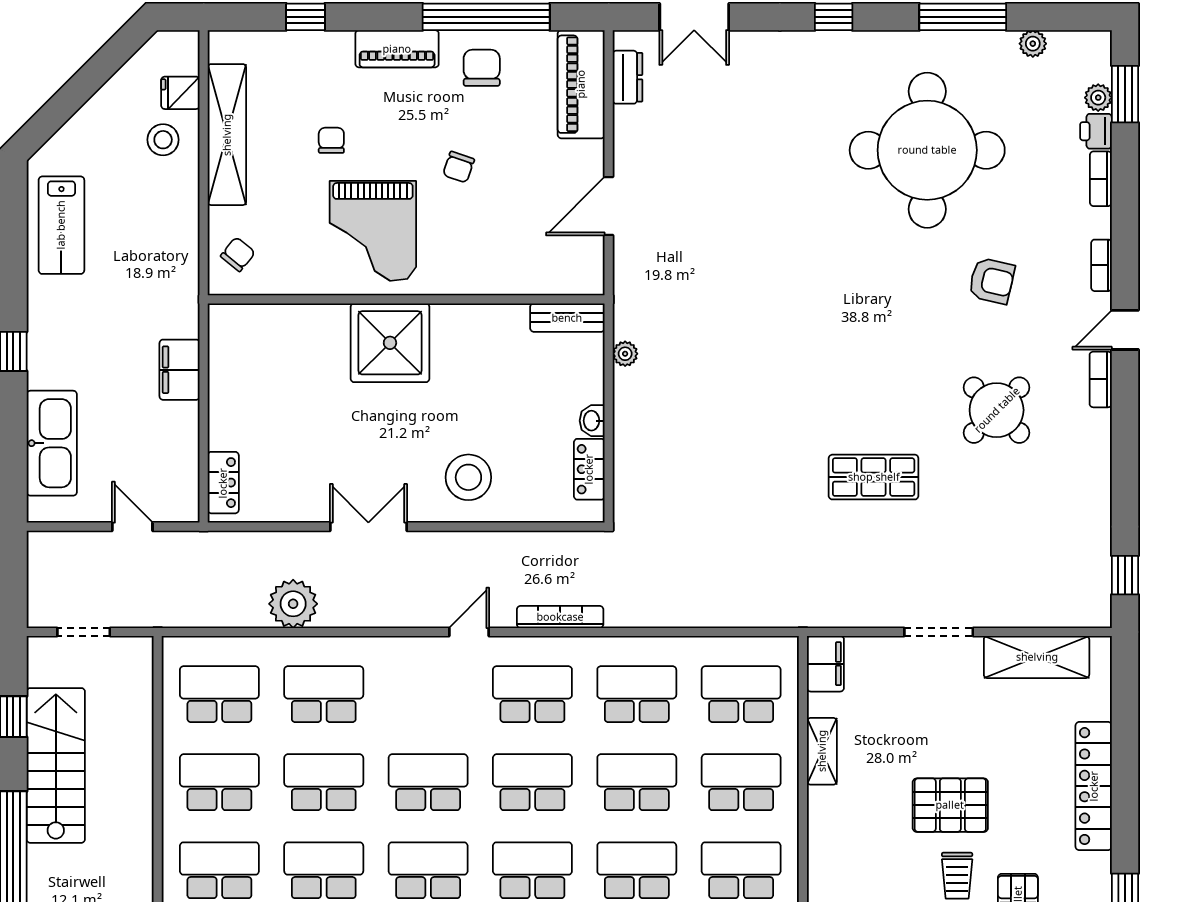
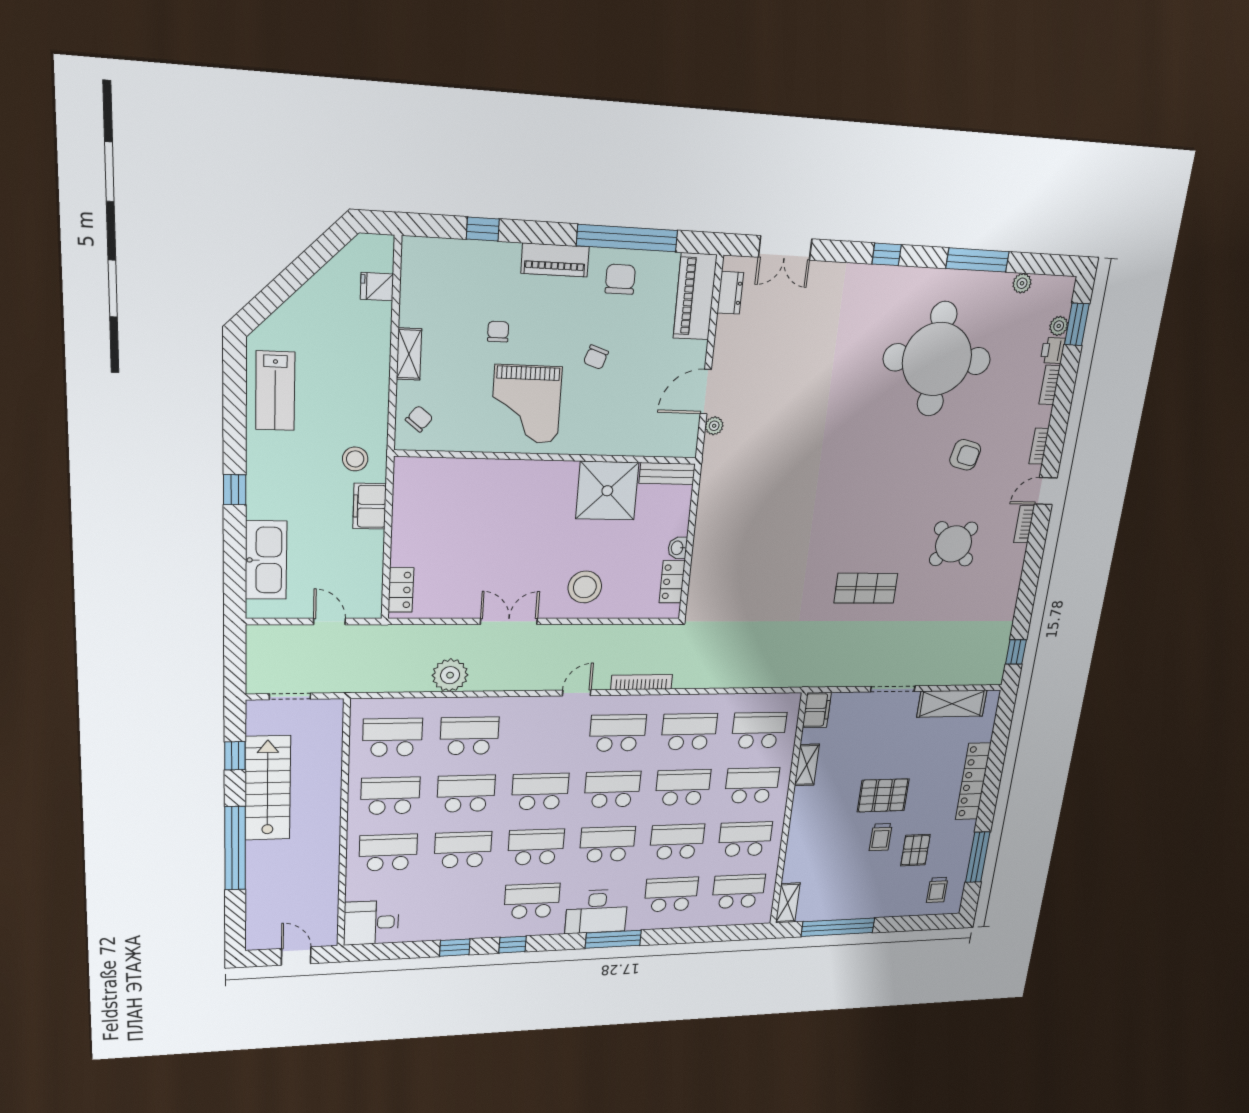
shelving: (227, 135) -> (409, 354), width x0.45, depth x0.75
stool: (163, 140) -> (355, 459), moved
shower: (390, 343) -> (607, 491), moved
plant: (625, 354) -> (714, 426), moved

